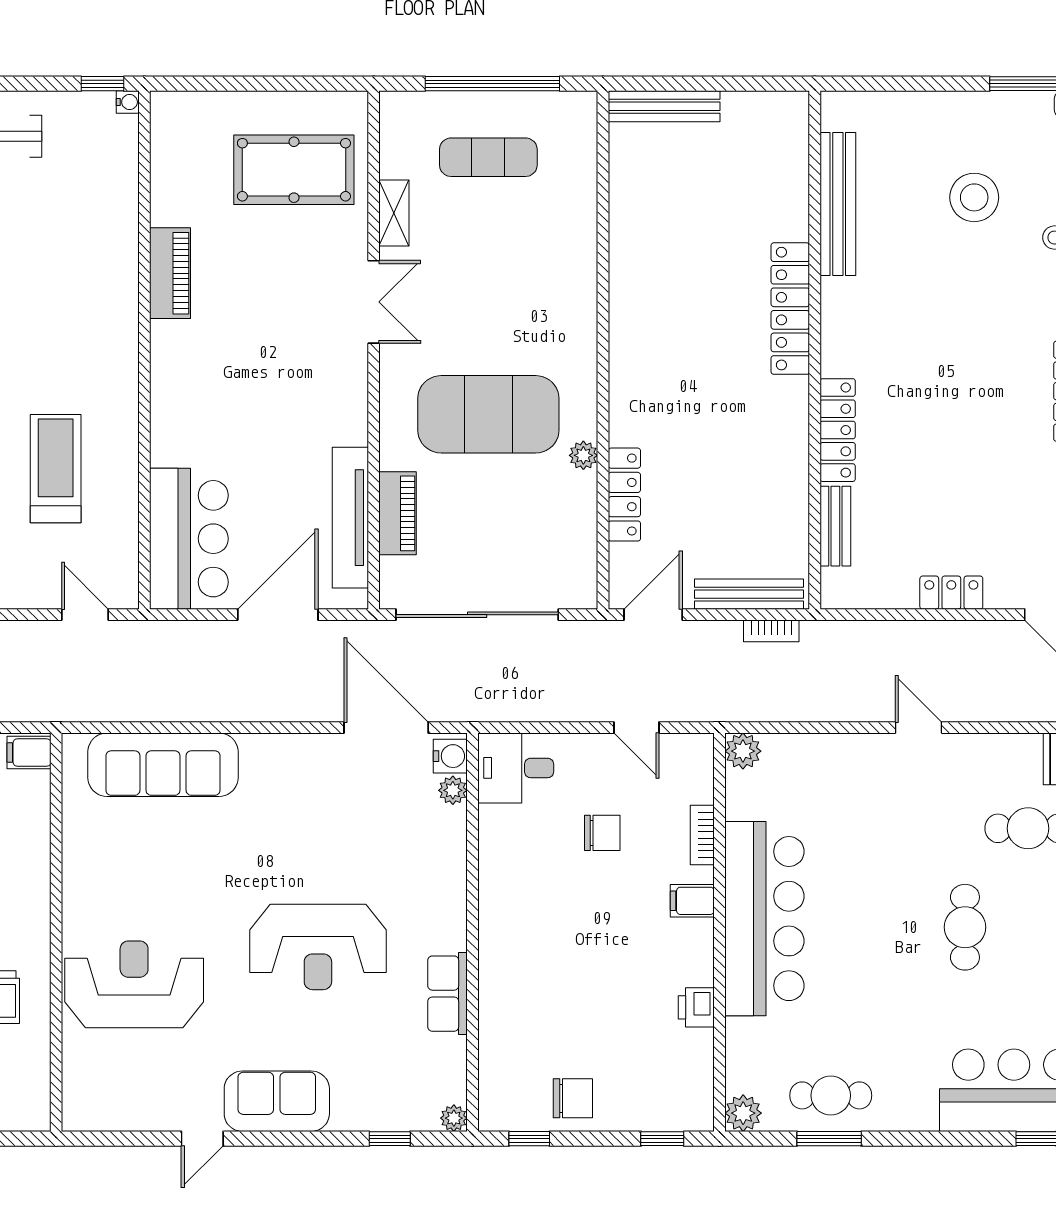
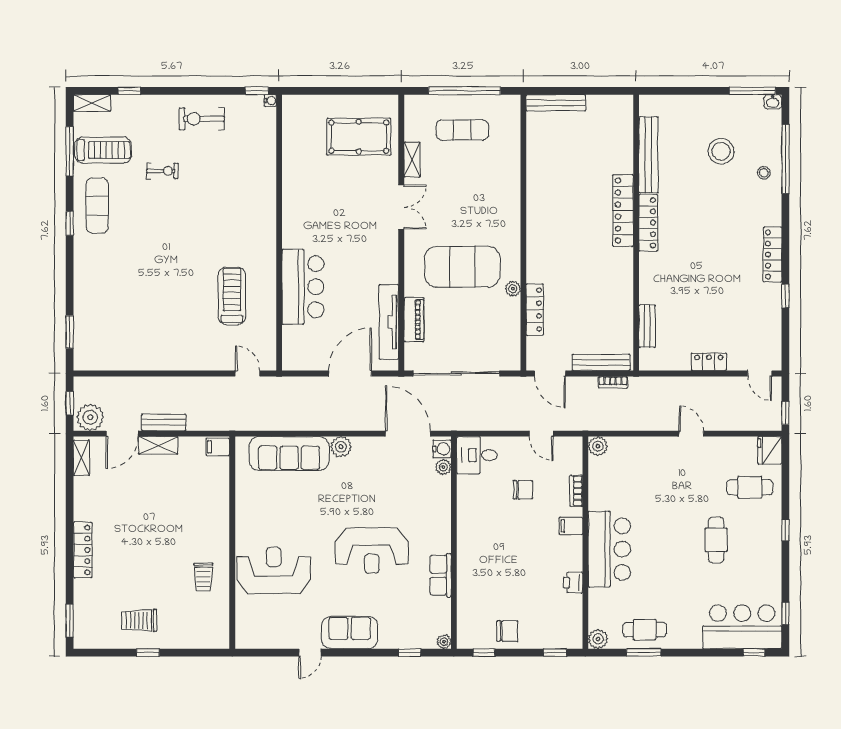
piano: (170, 273) -> (293, 192), removed
locker: (838, 430) -> (648, 223), moved
bar counter: (189, 539) -> (303, 287), moved
door: (653, 615) -> (550, 374), swing flipped
plant: (260, 752) -> (341, 447), added
bar counter: (764, 919) -> (609, 549), width x0.73

